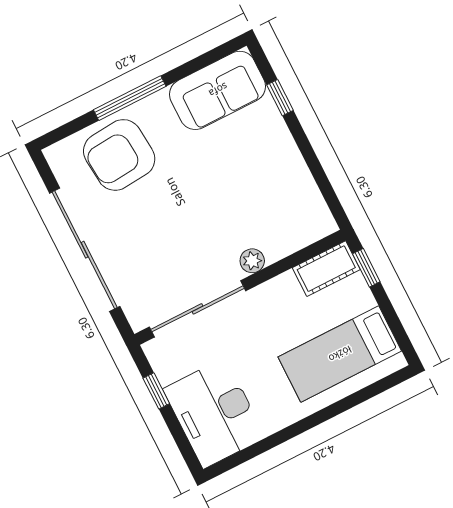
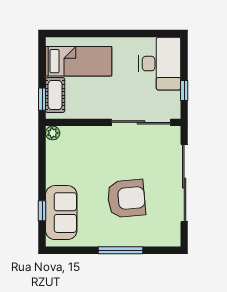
sofa: (218, 90) -> (61, 213), moved, turned 90
armchair: (119, 155) -> (126, 198), moved
plant: (252, 261) -> (53, 133), moved
cot: (326, 269) -> (55, 95), moved, turned 90

